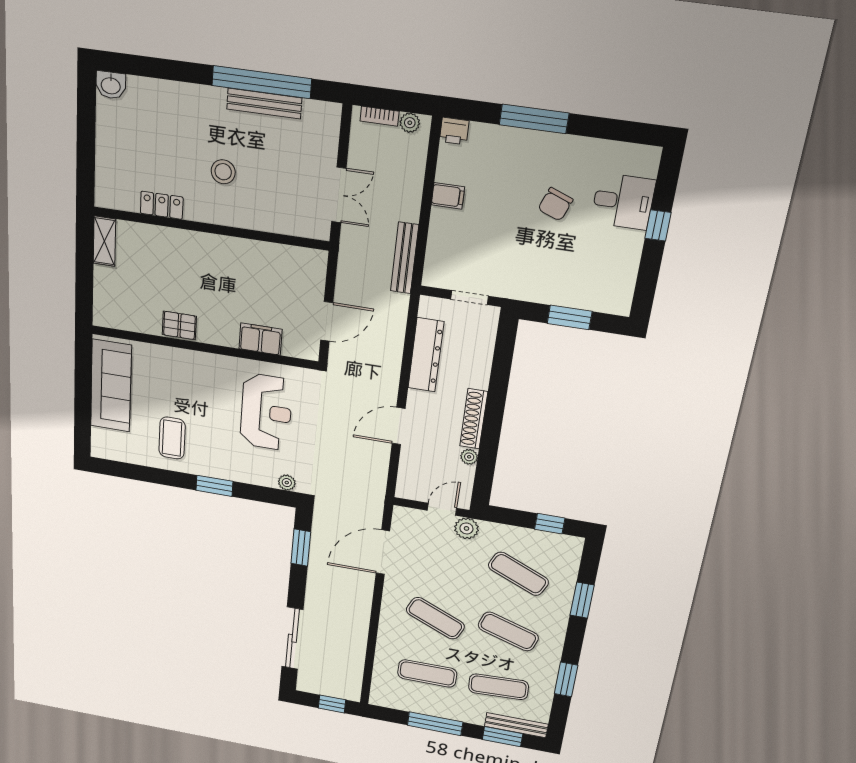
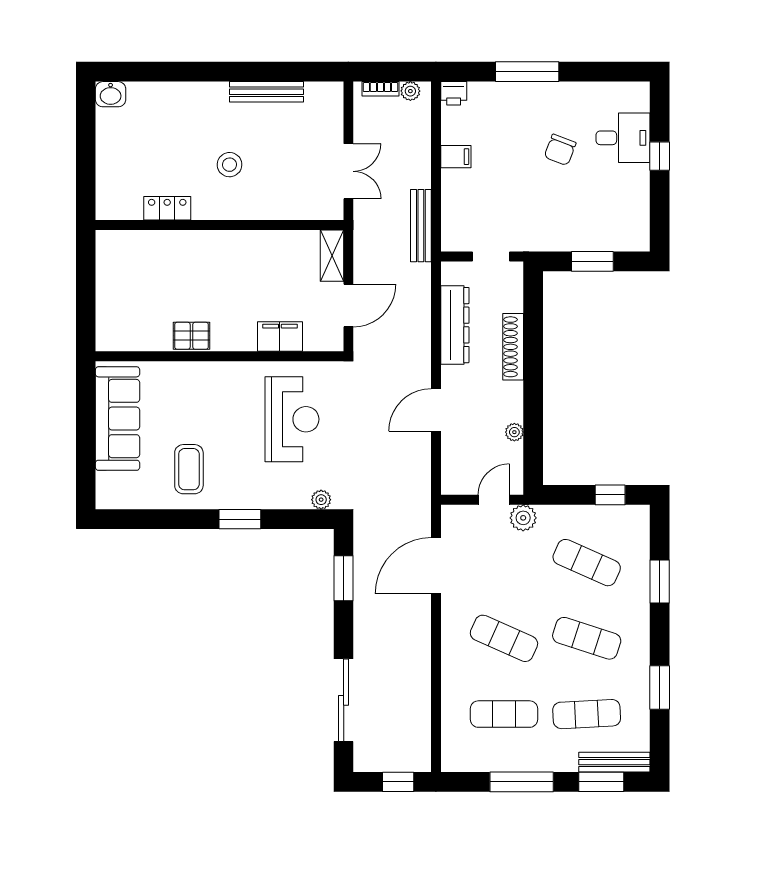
window: (262, 82) -> (263, 72), removed
shelving: (104, 241) -> (332, 256), moved
shoe rack: (474, 419) -> (513, 347), moved

